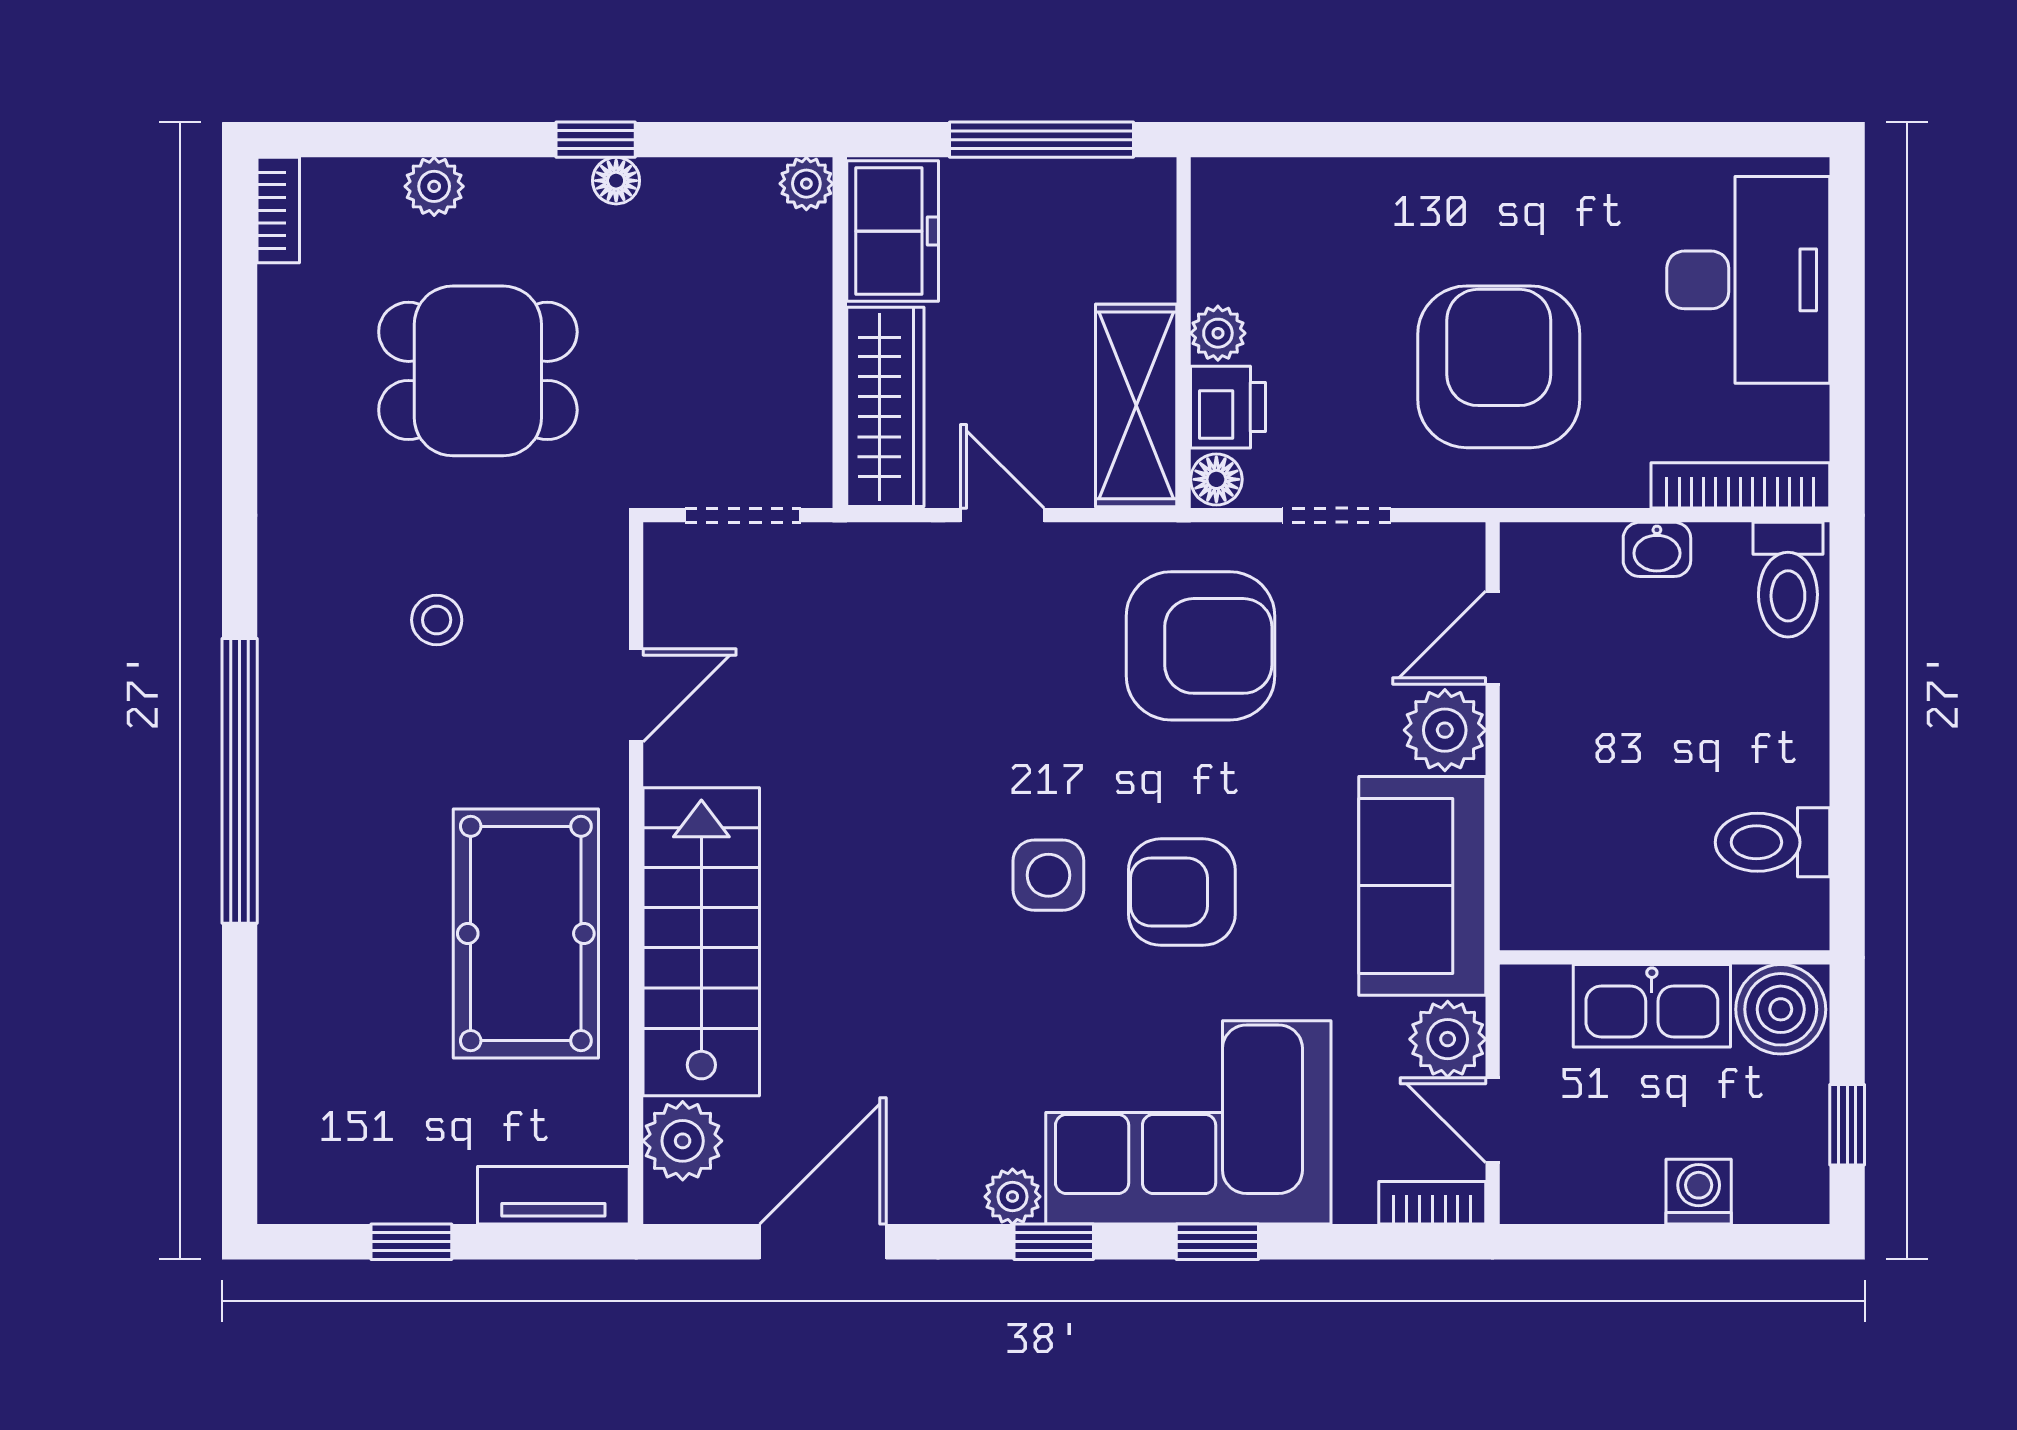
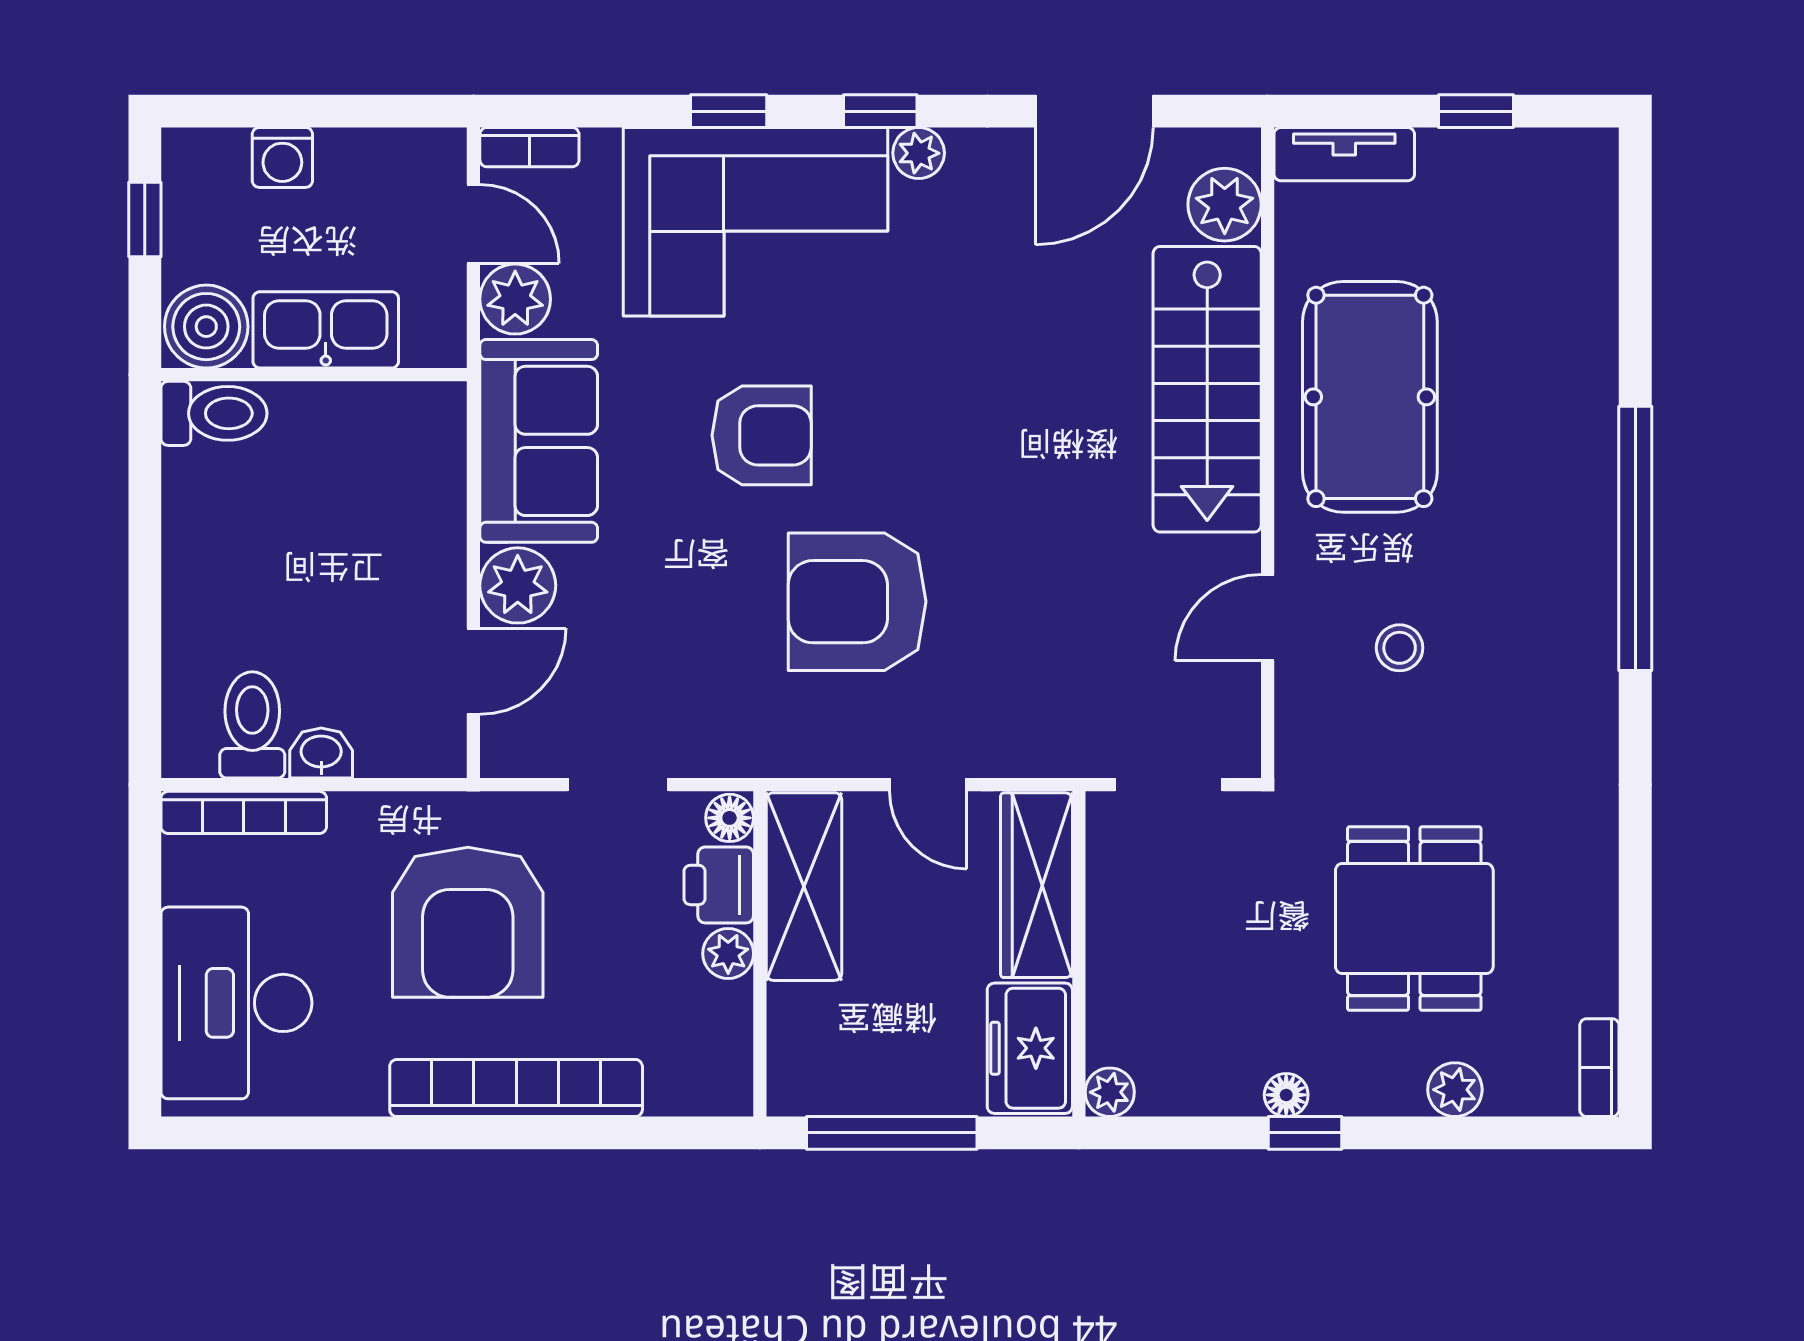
bookcase: (1447, 188) -> (516, 1088), added
dining table: (478, 371) -> (1414, 919), turned 90
toilet: (1788, 580) -> (252, 725), moved
stool: (437, 620) -> (1400, 648), moved
armchair: (1201, 646) -> (857, 602), moved
toilet: (1772, 842) -> (214, 413), moved
side table: (1048, 875) -> (885, 451), removed

